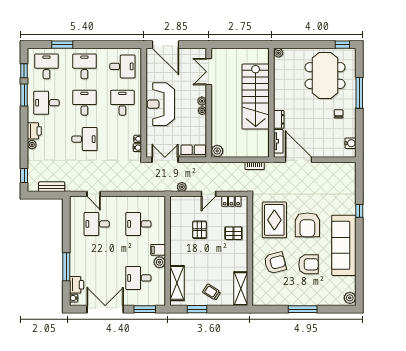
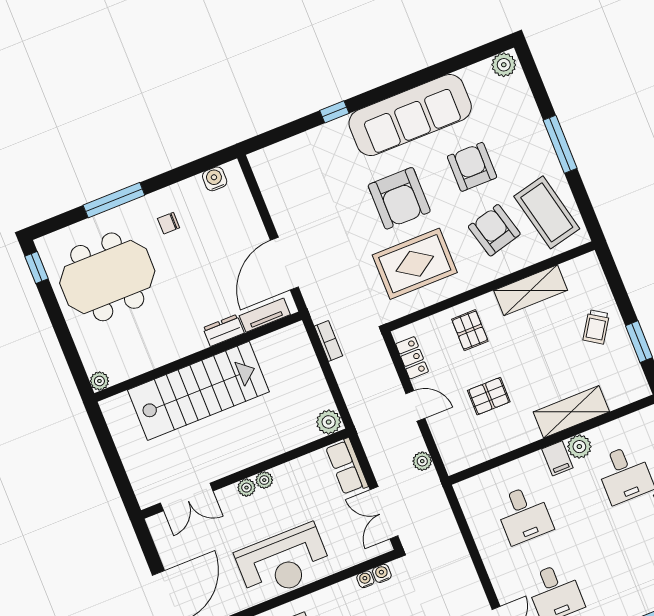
armchair: (307, 225) -> (399, 198), turned 90
shelving: (177, 283) -> (571, 412), moved
shelving: (241, 289) -> (531, 290), moved
coffee table: (274, 290) -> (547, 212), added

